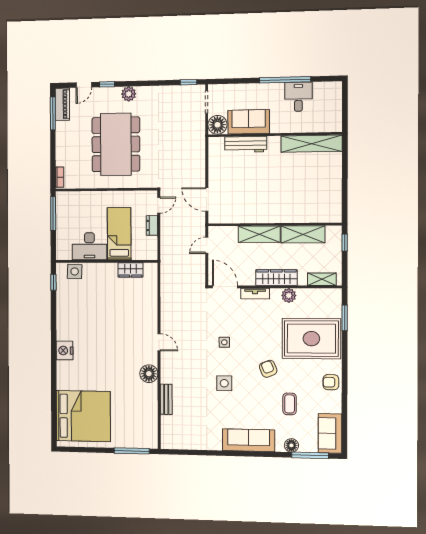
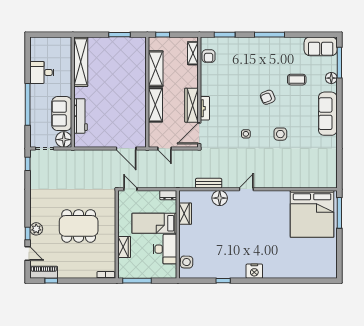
window: (285, 80) -> (28, 104), moved
plant: (129, 94) -> (36, 229), moved
window: (53, 113) -> (51, 281), width x0.46
dining table: (116, 144) -> (79, 226), width x0.73, depth x0.80
window: (345, 190) -> (119, 35), added
wardrobe: (92, 198) -> (124, 247), added
door: (207, 200) -> (126, 149), hinge flipped
dresser: (152, 225) -> (168, 195), moved
wardrobe: (276, 278) -> (192, 105), moved
window: (53, 282) -> (223, 281), moved
plant: (289, 295) -> (206, 80), removed
rug: (311, 339) -> (242, 62), removed
window: (344, 372) -> (270, 35), added
floor lamp: (149, 374) -> (220, 198), moved
armchair: (331, 382) -> (209, 56), moved
bench: (166, 399) -> (209, 183), moved
bed: (83, 416) -> (312, 214), moved, turned 180

